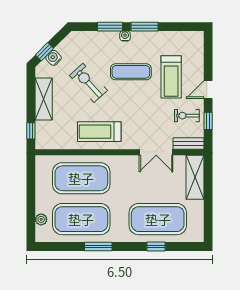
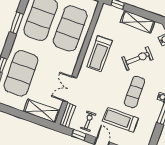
treadmill: (99, 132) -> (99, 54), turned 180

